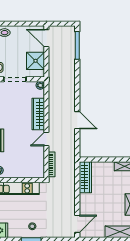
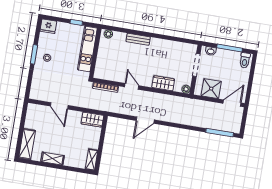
wardrobe: (38, 114) -> (163, 83), width x0.67
wardrobe: (85, 177) -> (92, 120), width x0.67
door: (77, 224) -> (59, 106), moved

